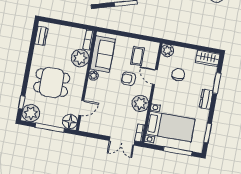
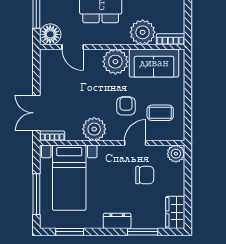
plant: (93, 76) -> (115, 62), width x1.88, depth x1.88

